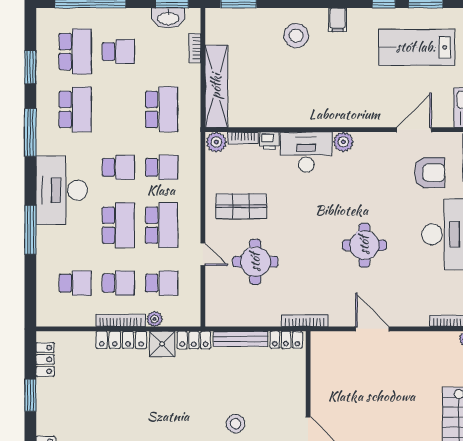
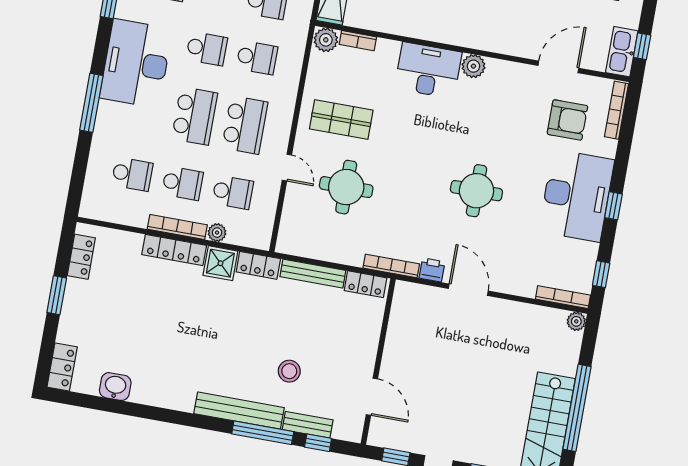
printer: (269, 141) -> (432, 270), moved, turned 180

